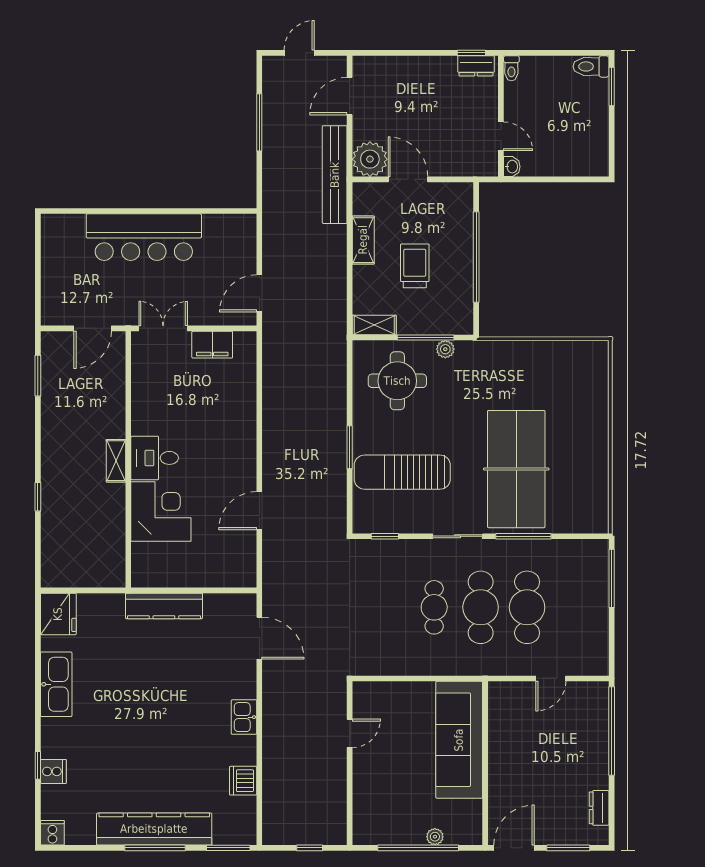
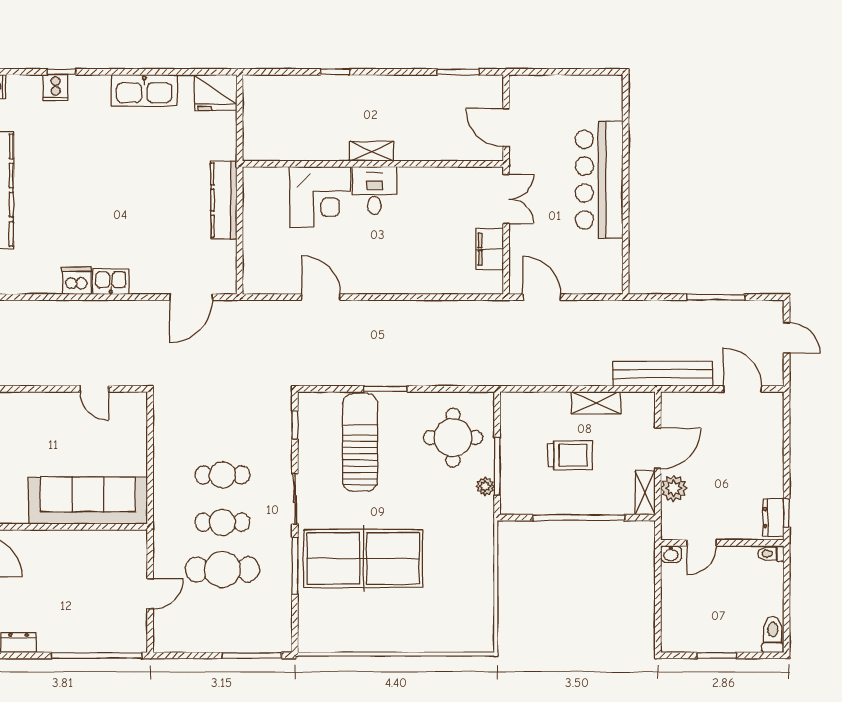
window: (612, 86) -> (717, 655), moved
plant: (370, 159) -> (674, 488), moved, width x0.73, depth x0.73
shelving: (374, 325) -> (645, 493), moved
cafe table: (481, 607) -> (222, 522), width x0.73, depth x0.74
door: (551, 678) -> (150, 594), swing flipped
dishwasher: (243, 781) -> (77, 281), moved

